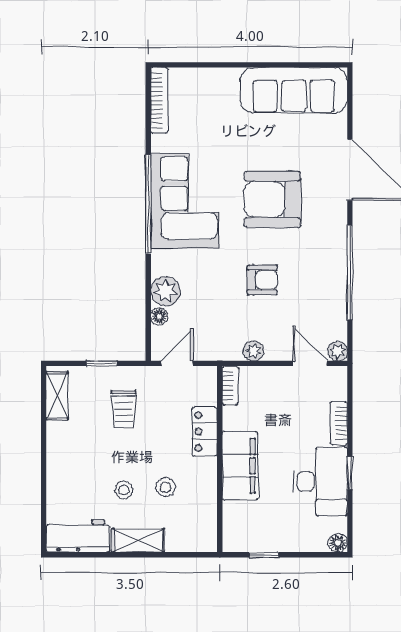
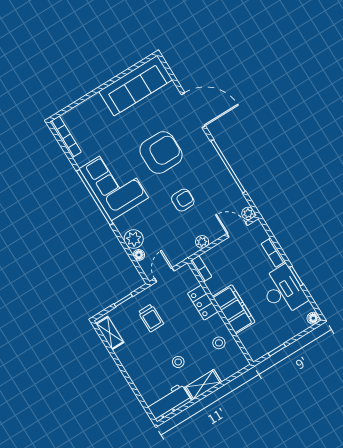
armchair: (272, 199) -> (161, 153), turned 180
stool: (165, 487) -> (219, 343), moved

